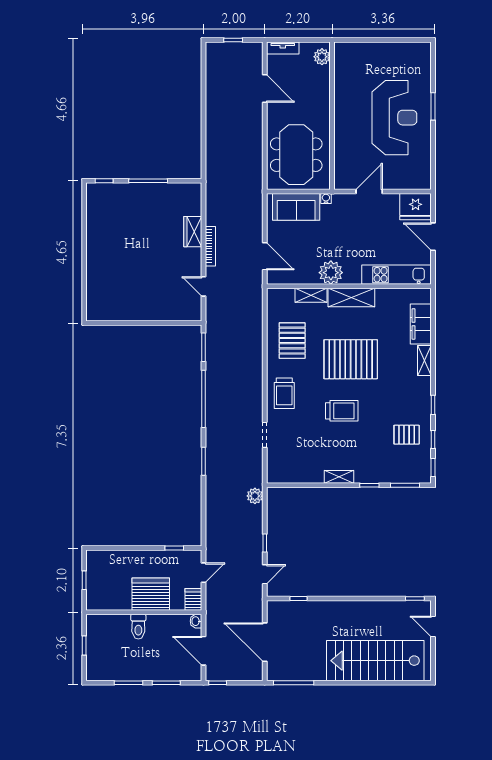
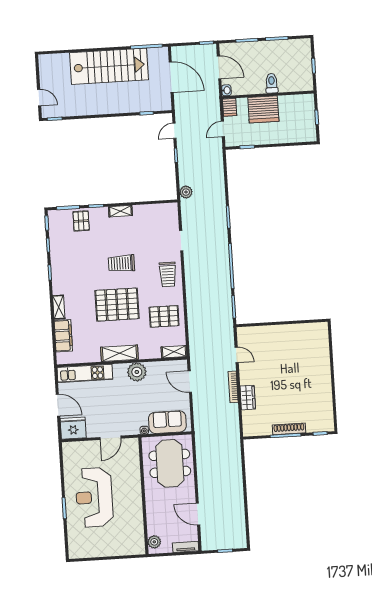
shoe rack: (143, 189) -> (289, 429), added
shelving: (311, 295) -> (174, 352), moved
pallet: (292, 341) -> (164, 316), turned 90
trolley: (284, 393) -> (168, 274), turned 180
pallet: (407, 435) -> (81, 221), moved, turned 90
stairs: (375, 661) -> (109, 66), moved

